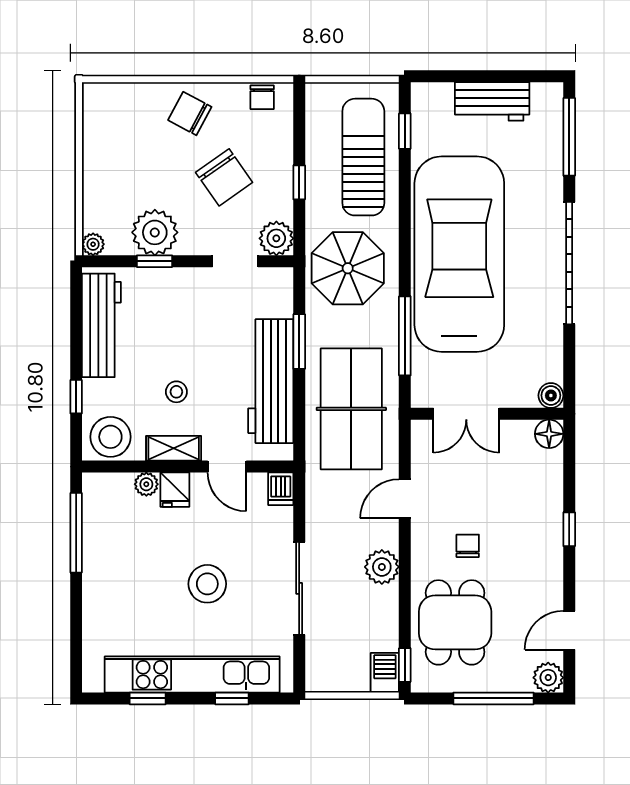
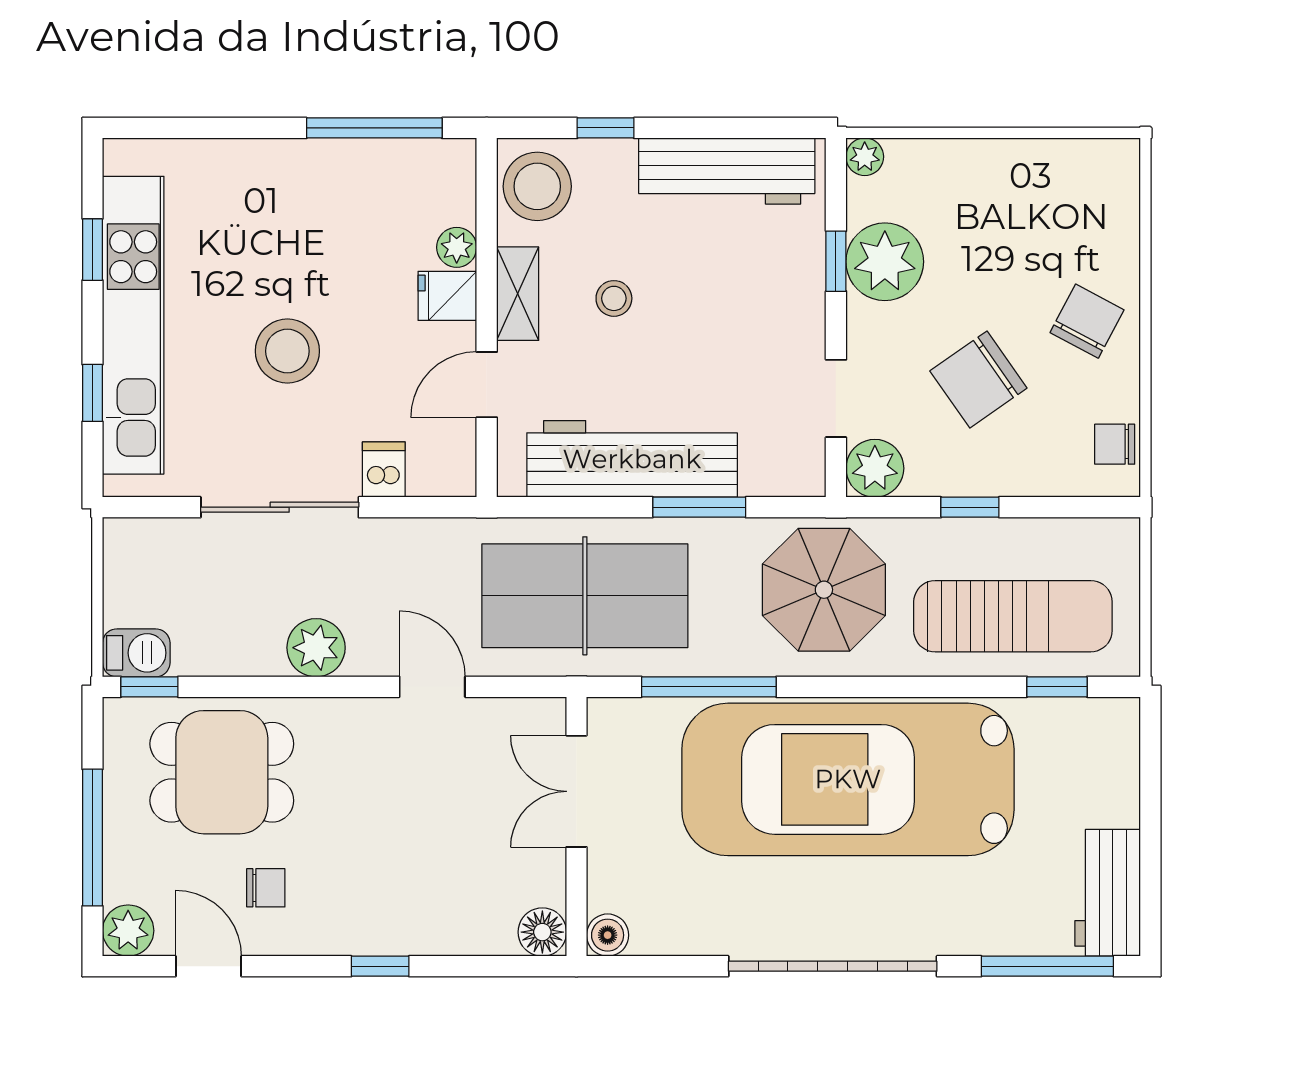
workbench: (492, 101) -> (1108, 893), moved
car: (459, 254) -> (848, 779), turned 180
dishwasher: (281, 489) -> (384, 470), moved, turned 90
chair: (468, 546) -> (266, 888), moved

